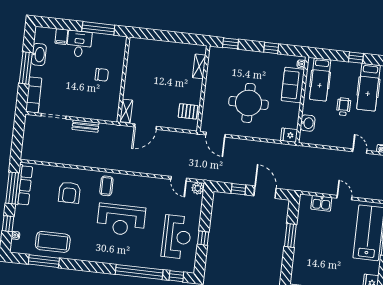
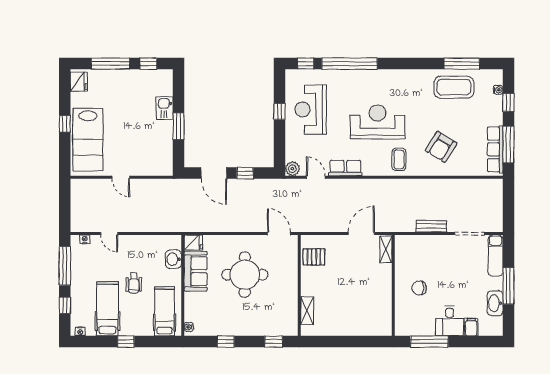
sofa: (293, 85) -> (196, 271), moved
row of seats: (153, 184) -> (345, 168), added
armchair: (69, 192) -> (441, 147), turned -148
kitchen sink: (321, 203) -> (165, 108), moved, turned -90

